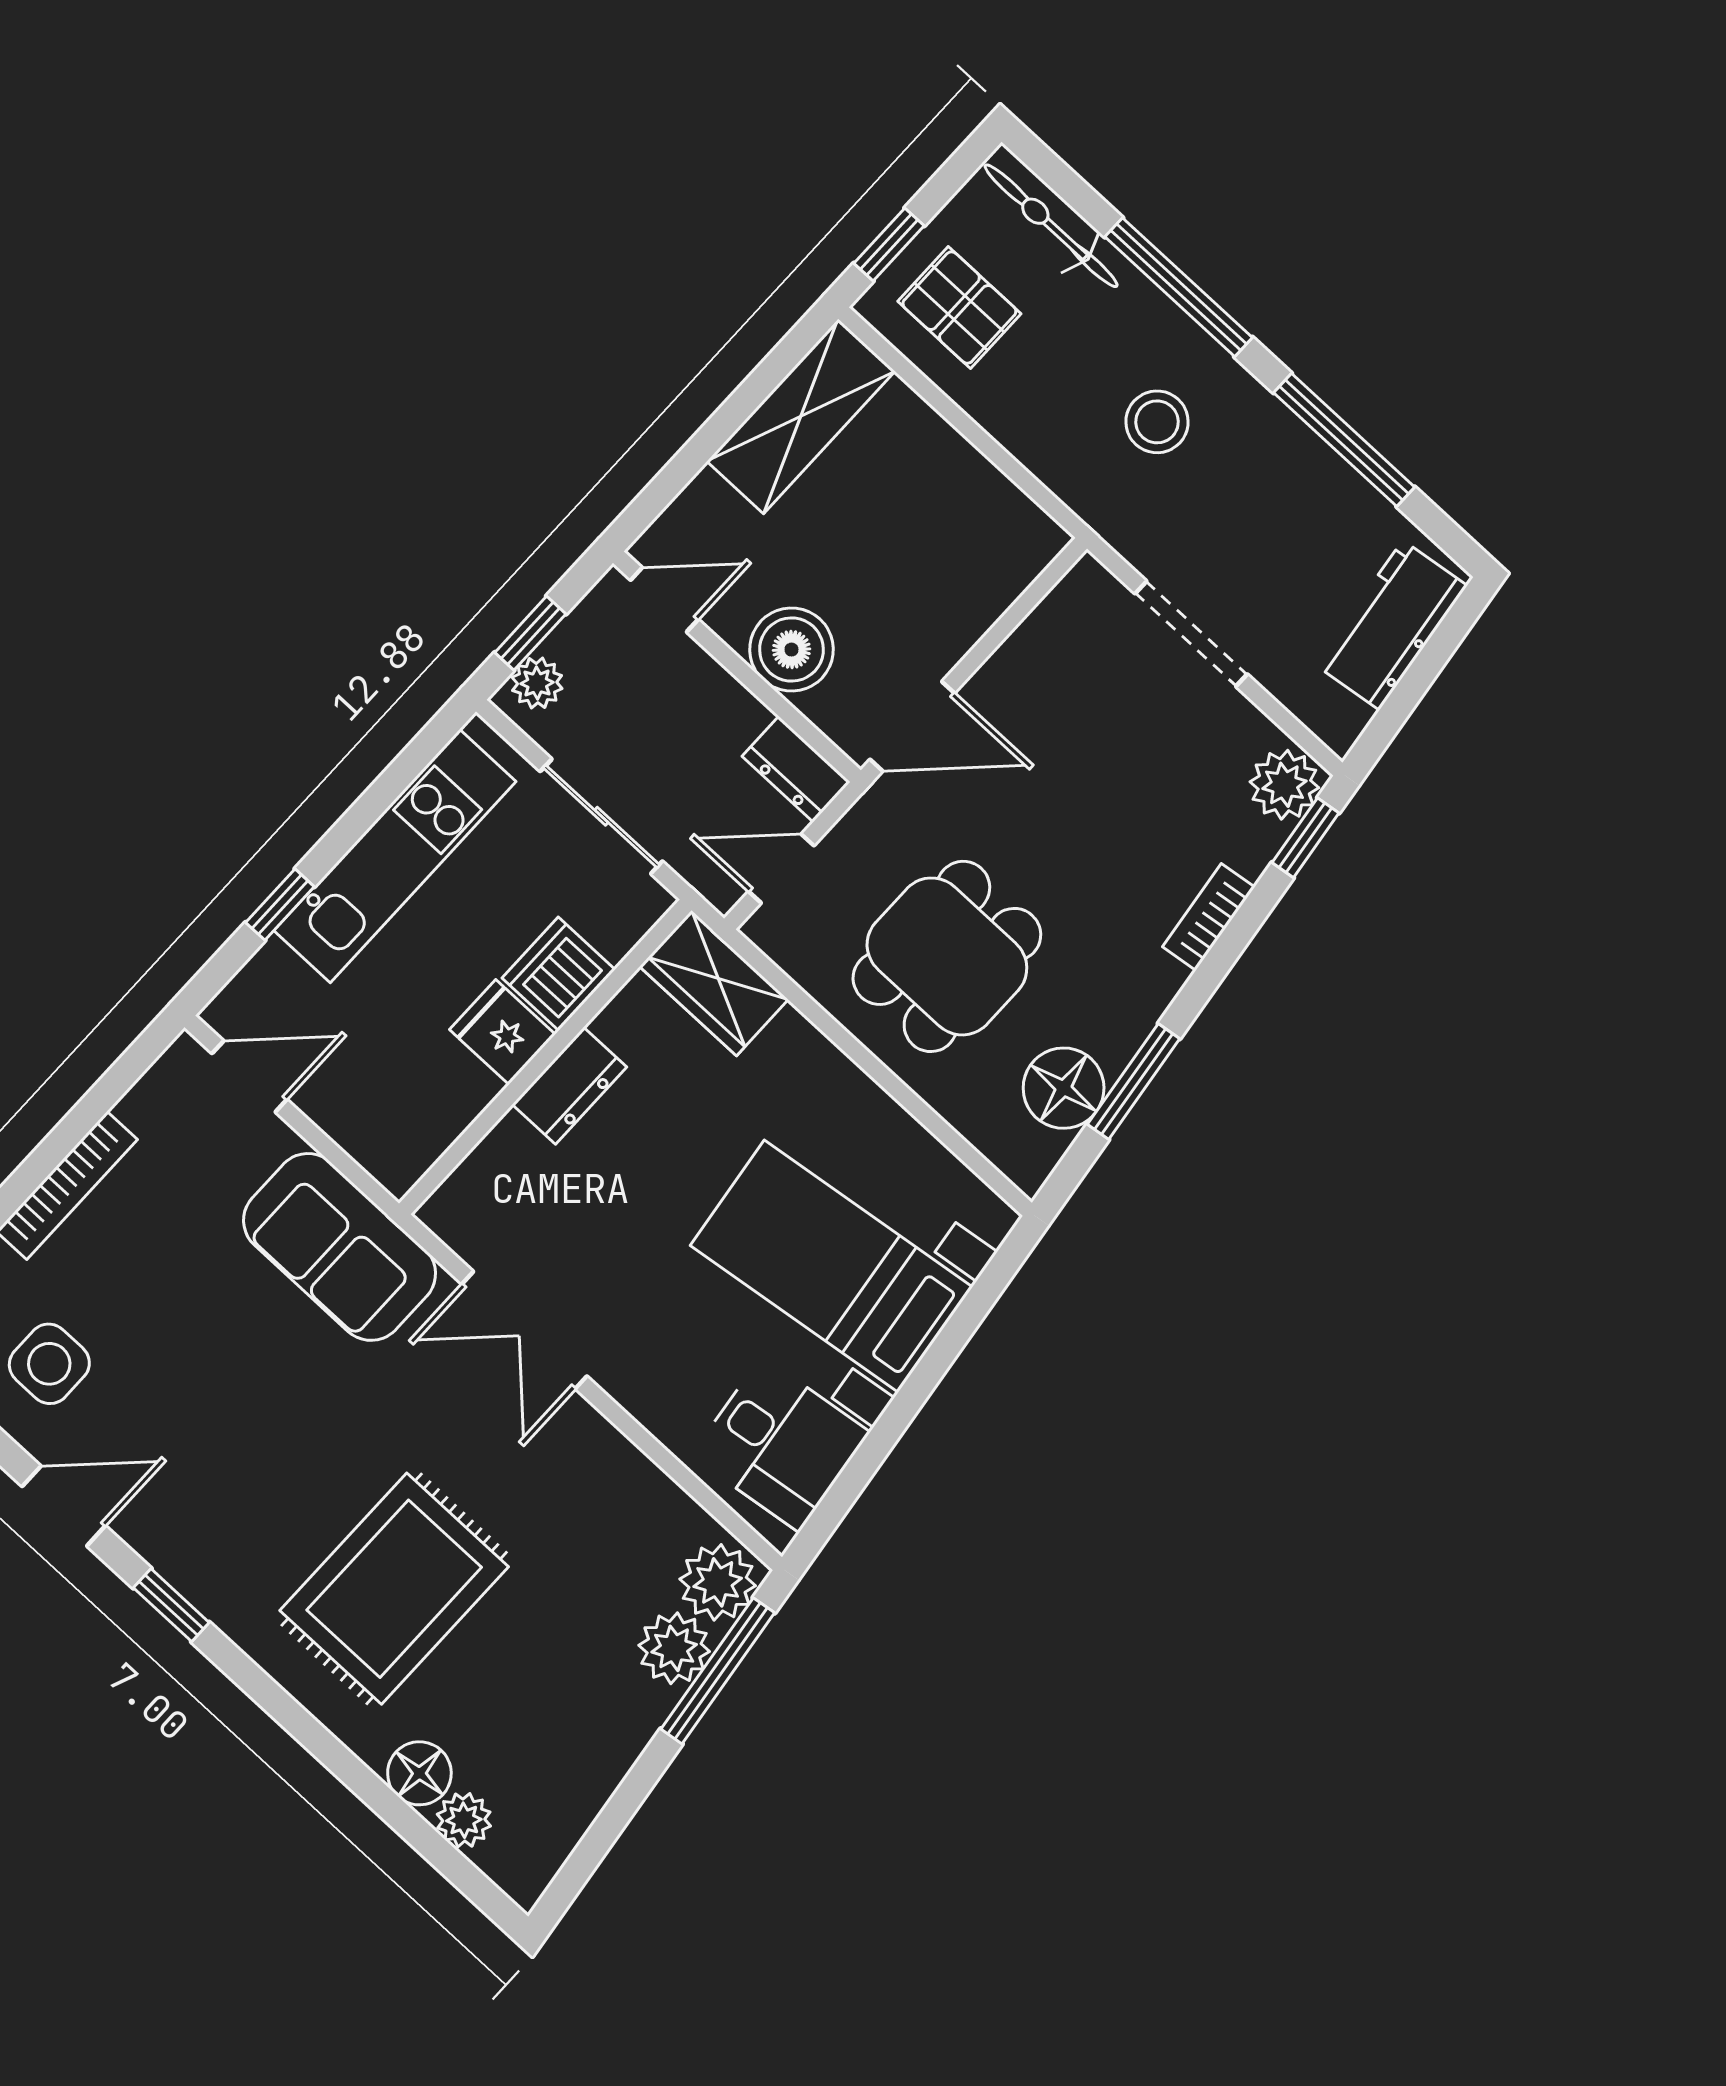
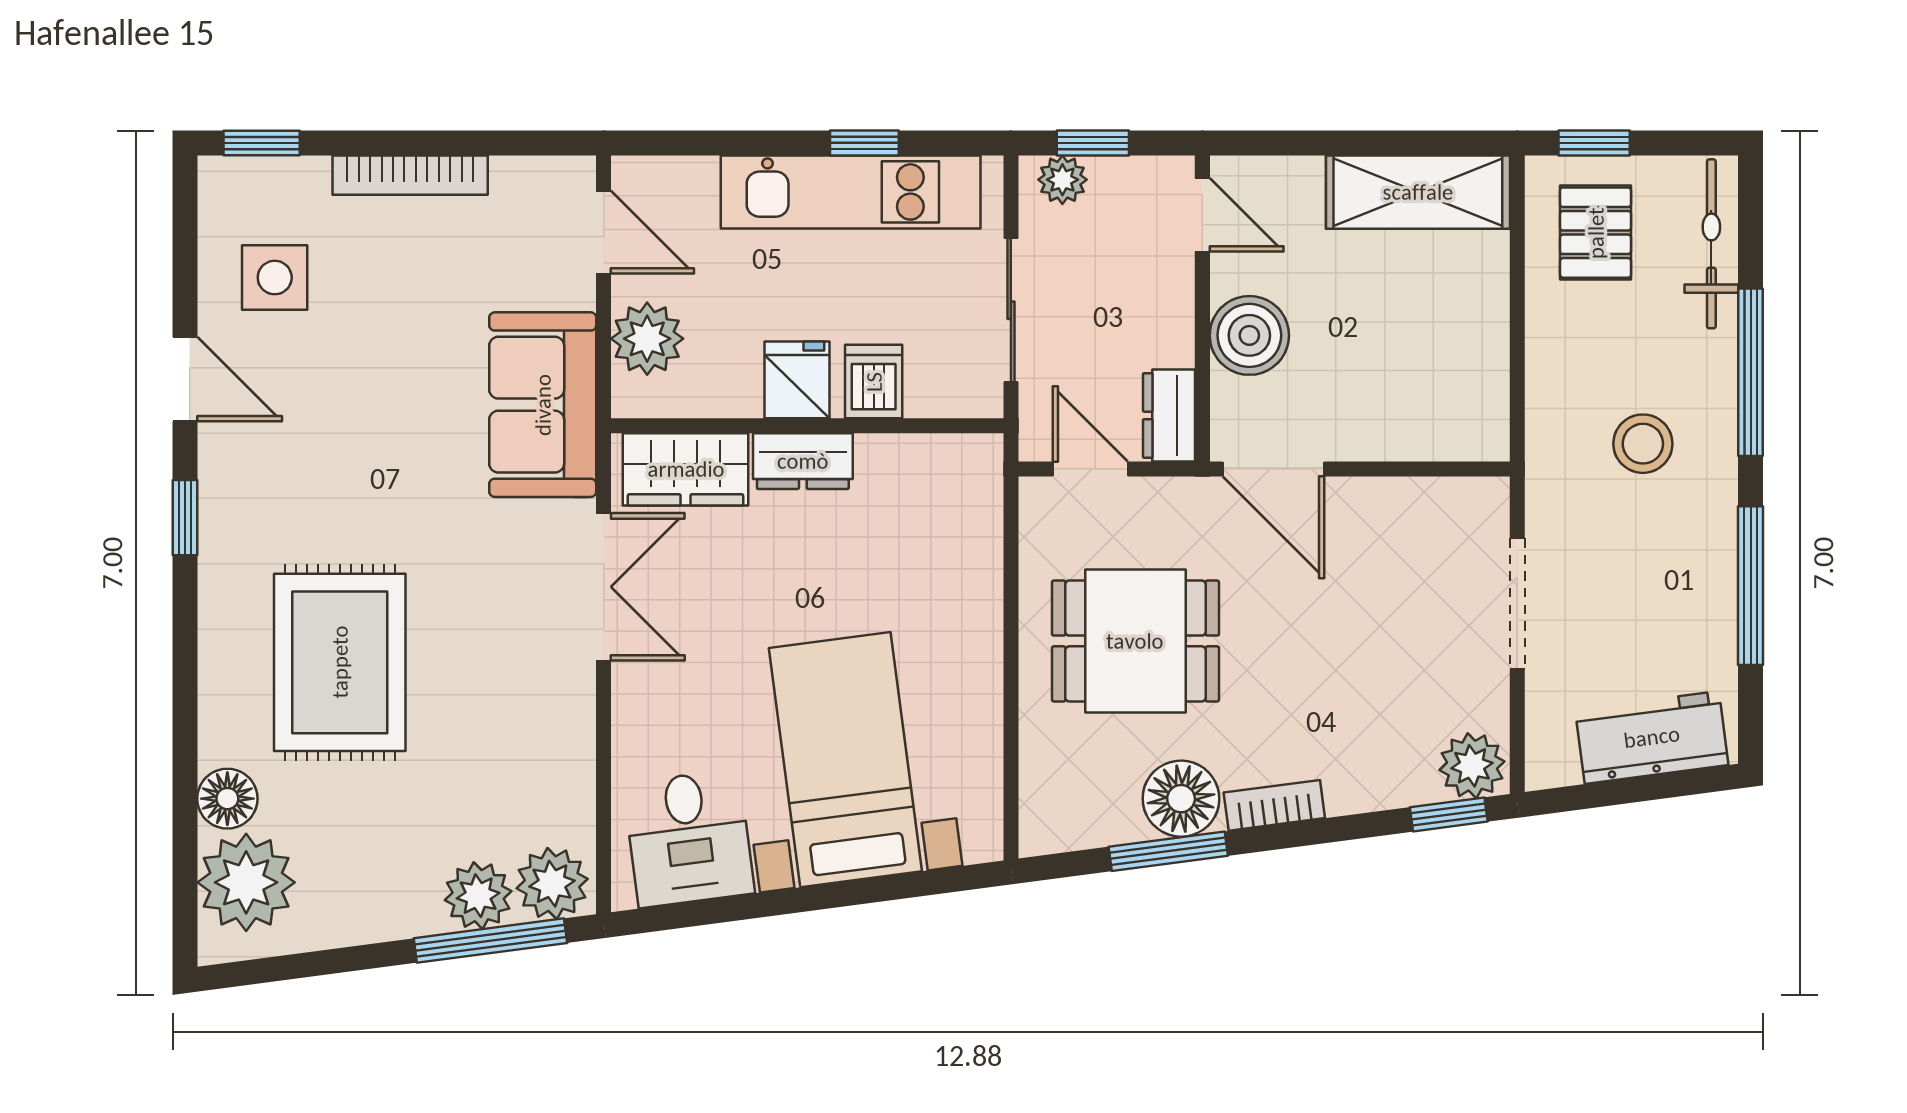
window: (280, 905) -> (864, 143), moved
bookcase: (1209, 917) -> (1274, 805), moved
dishwasher: (558, 974) -> (874, 382), width x0.73
wardrobe: (714, 983) -> (686, 469), moved, turned -90
floor lamp: (1064, 1088) -> (1181, 799), moved
plant: (363, 1119) -> (647, 339), added
double door: (524, 1330) -> (604, 587), swing flipped
rug: (394, 1589) -> (340, 662), turned 90
plant: (464, 1820) -> (246, 882), width x1.88, depth x1.88

